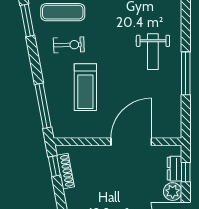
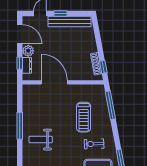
weight bench: (153, 52) -> (41, 140), turned -90
treadmill: (85, 87) -> (84, 117), turned 180
door: (131, 142) -> (54, 82), swing flipped

